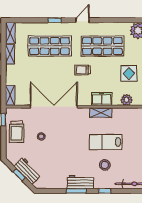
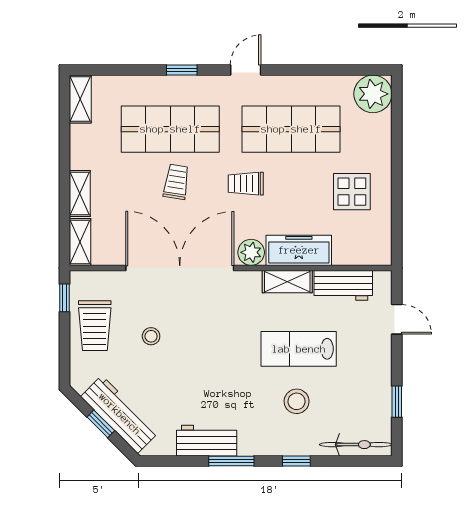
shelving: (10, 54) -> (80, 193), moved
trolley: (52, 69) -> (176, 182), added
freezer: (102, 99) -> (299, 250), width x1.40
plant: (127, 100) -> (251, 252), moved
workbench: (125, 114) -> (343, 285), added
workbench: (28, 171) -> (120, 414), width x1.38
workbench: (80, 182) -> (207, 441), moved

